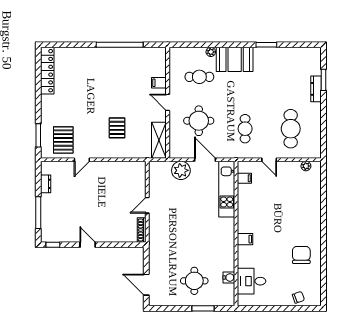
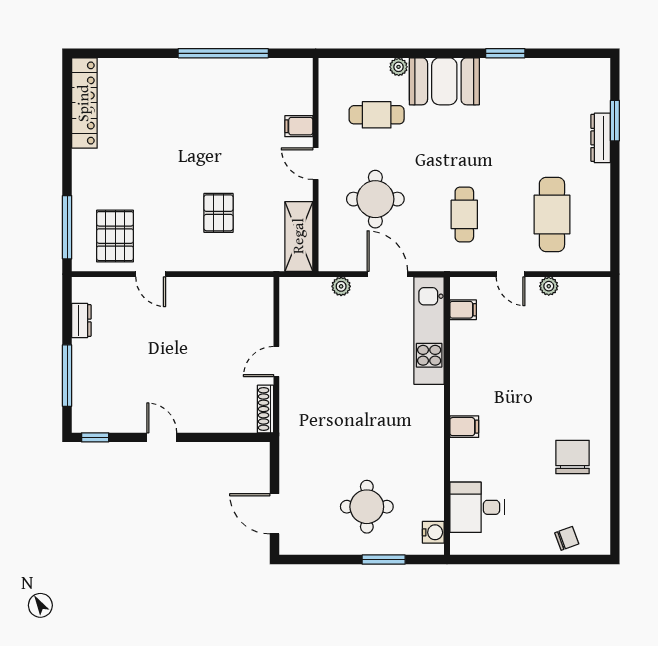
window: (38, 135) -> (67, 227), width x1.44
door: (82, 160) -> (151, 274), hinge flipped
plant: (306, 166) -> (549, 286), moved
plant: (181, 170) -> (341, 286), width x0.53, depth x0.53
water cooler: (229, 277) -> (433, 532), moved

